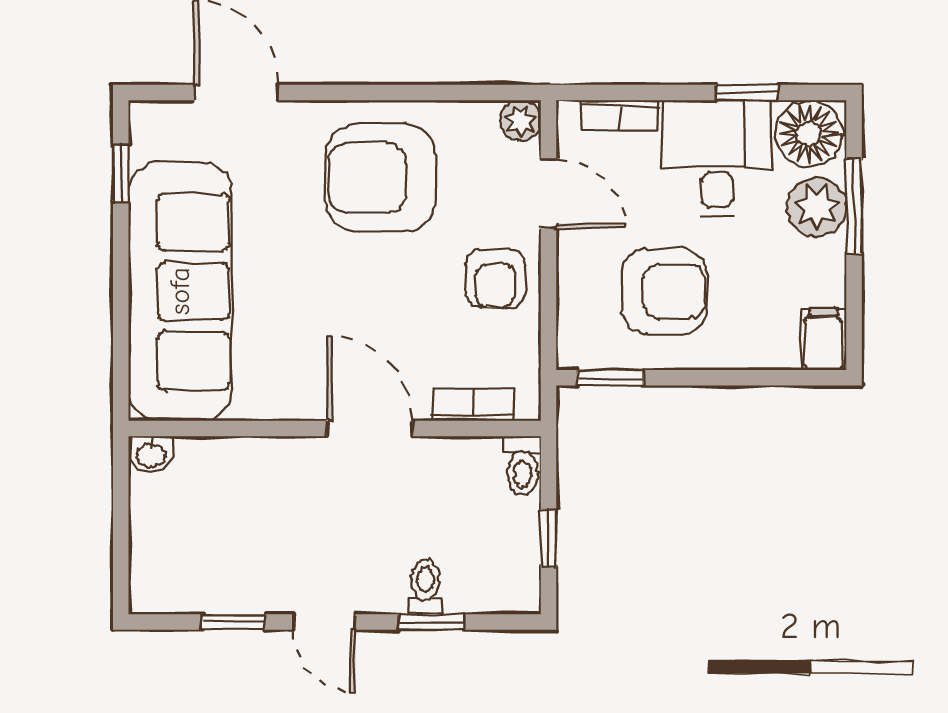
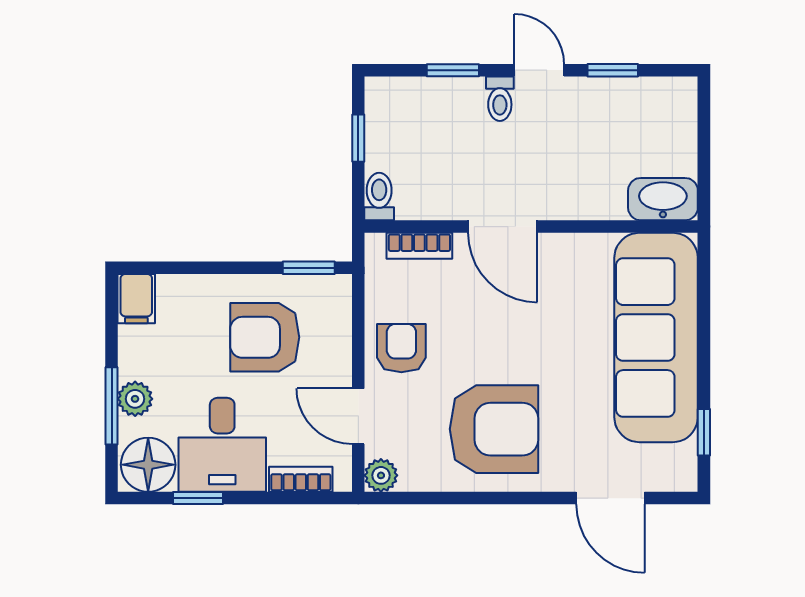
plant: (817, 207) -> (135, 399), width x0.73, depth x0.73
washbasin: (151, 454) -> (663, 199), width x1.91, depth x1.45
toilet: (425, 587) -> (500, 99), moved

